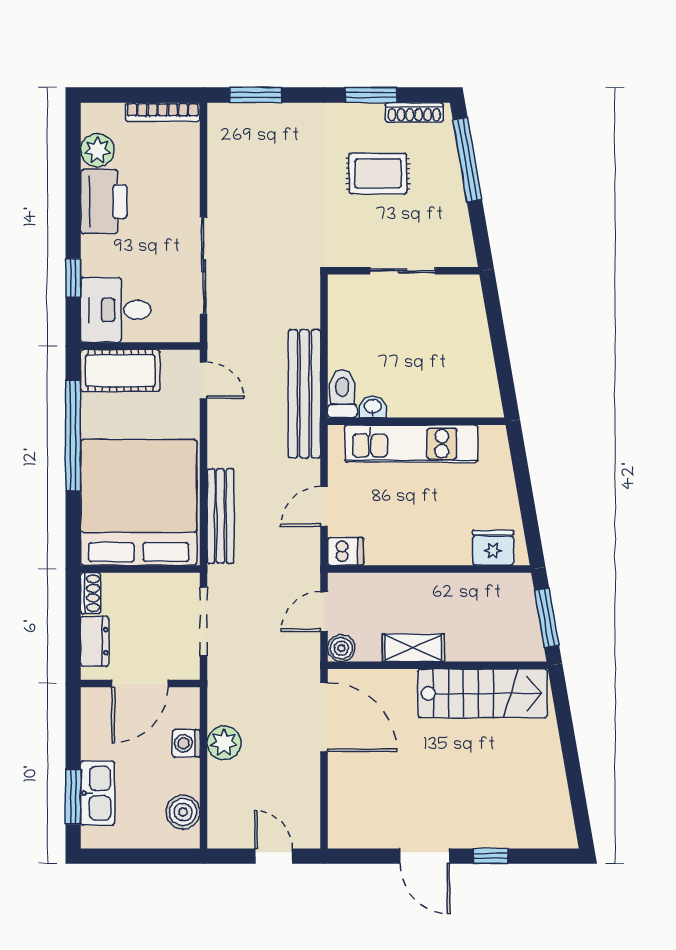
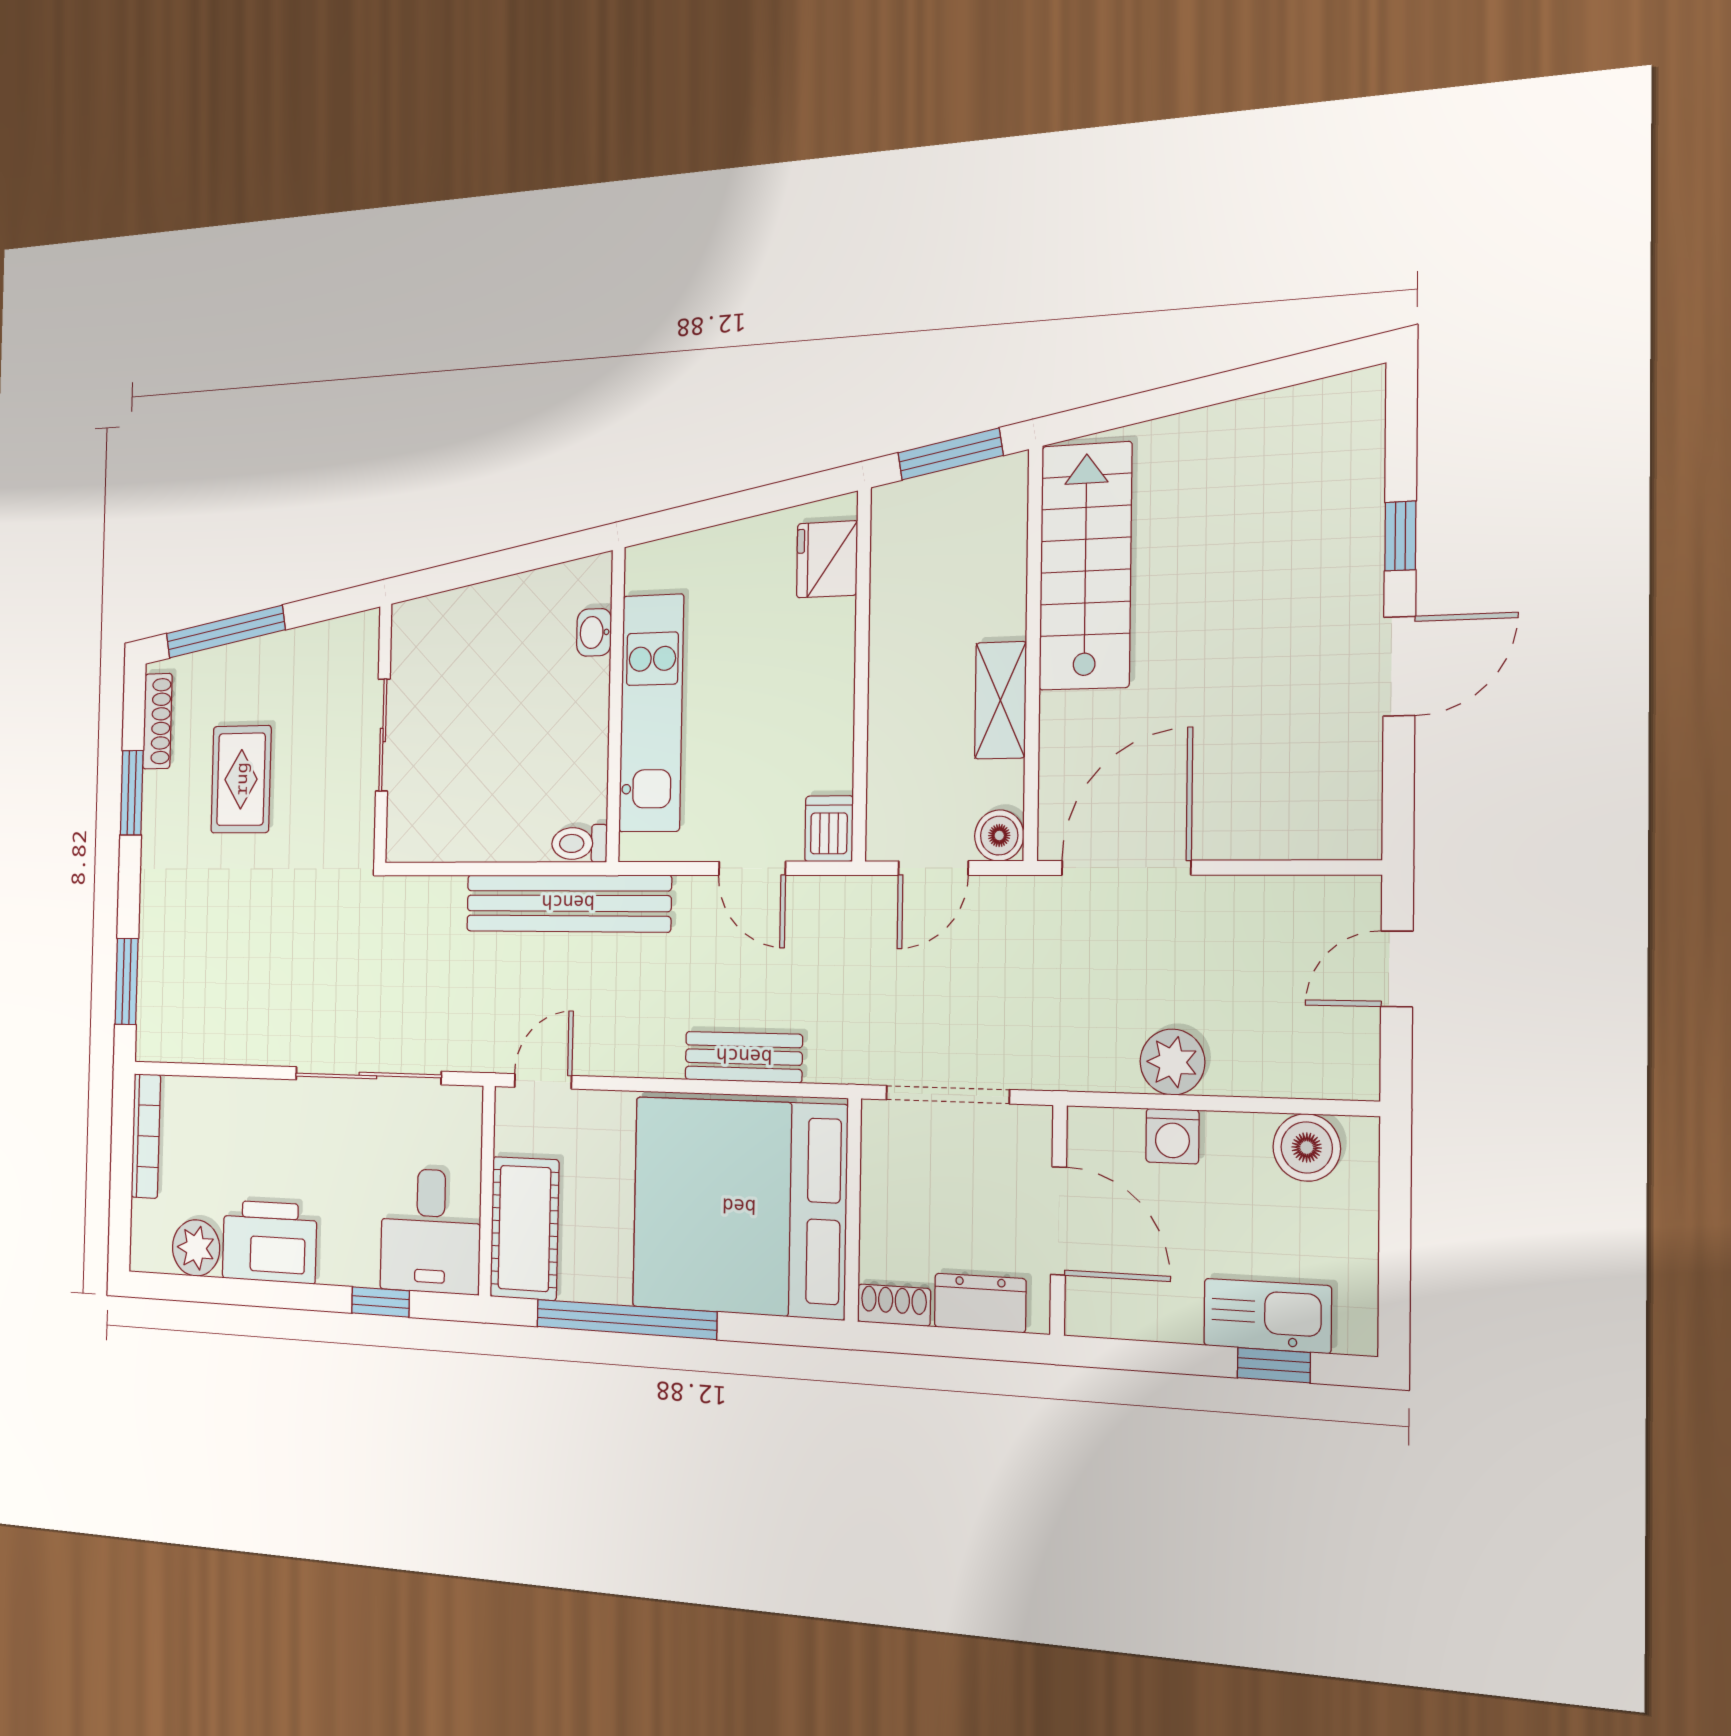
toilet: (342, 394) -> (579, 843), width x0.73, depth x0.72
washbasin: (373, 407) -> (594, 632), moved
bench: (220, 516) -> (744, 1057), width x0.73
door: (324, 612) -> (933, 868), hinge flipped
window: (73, 797) -> (1274, 1365), width x0.67

